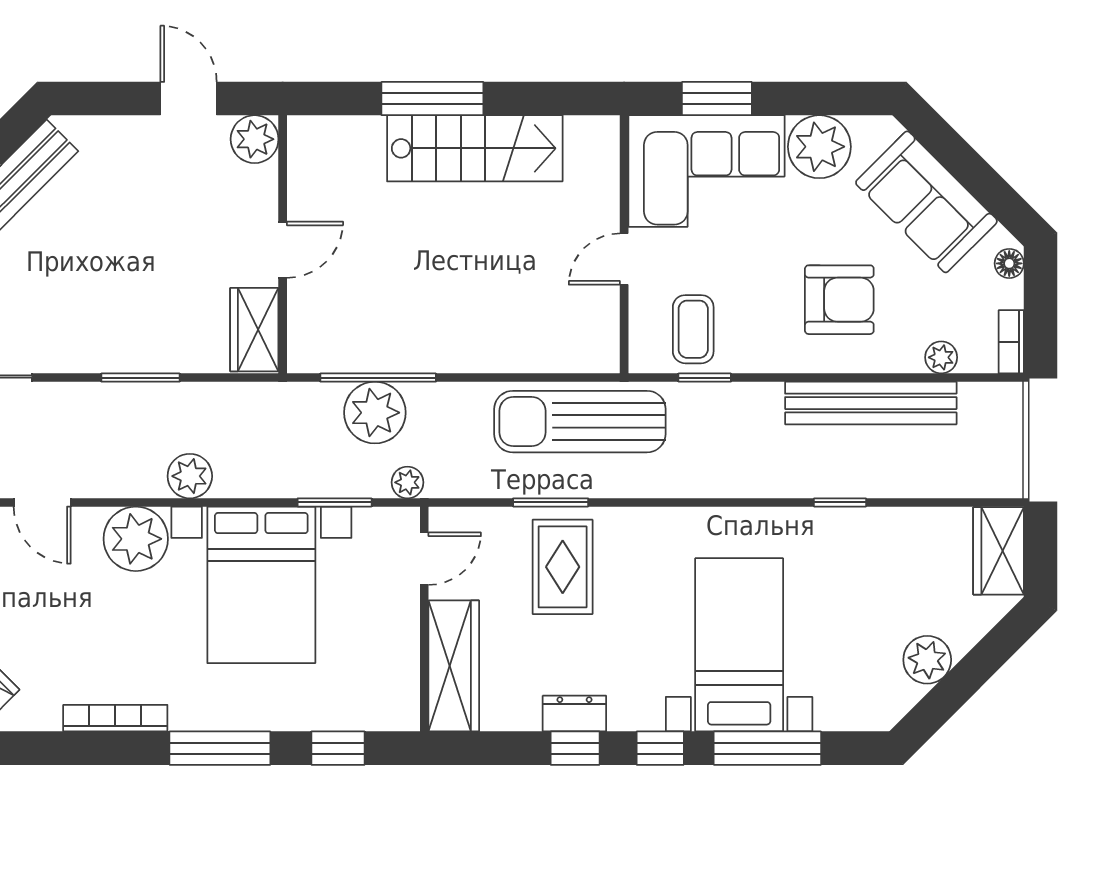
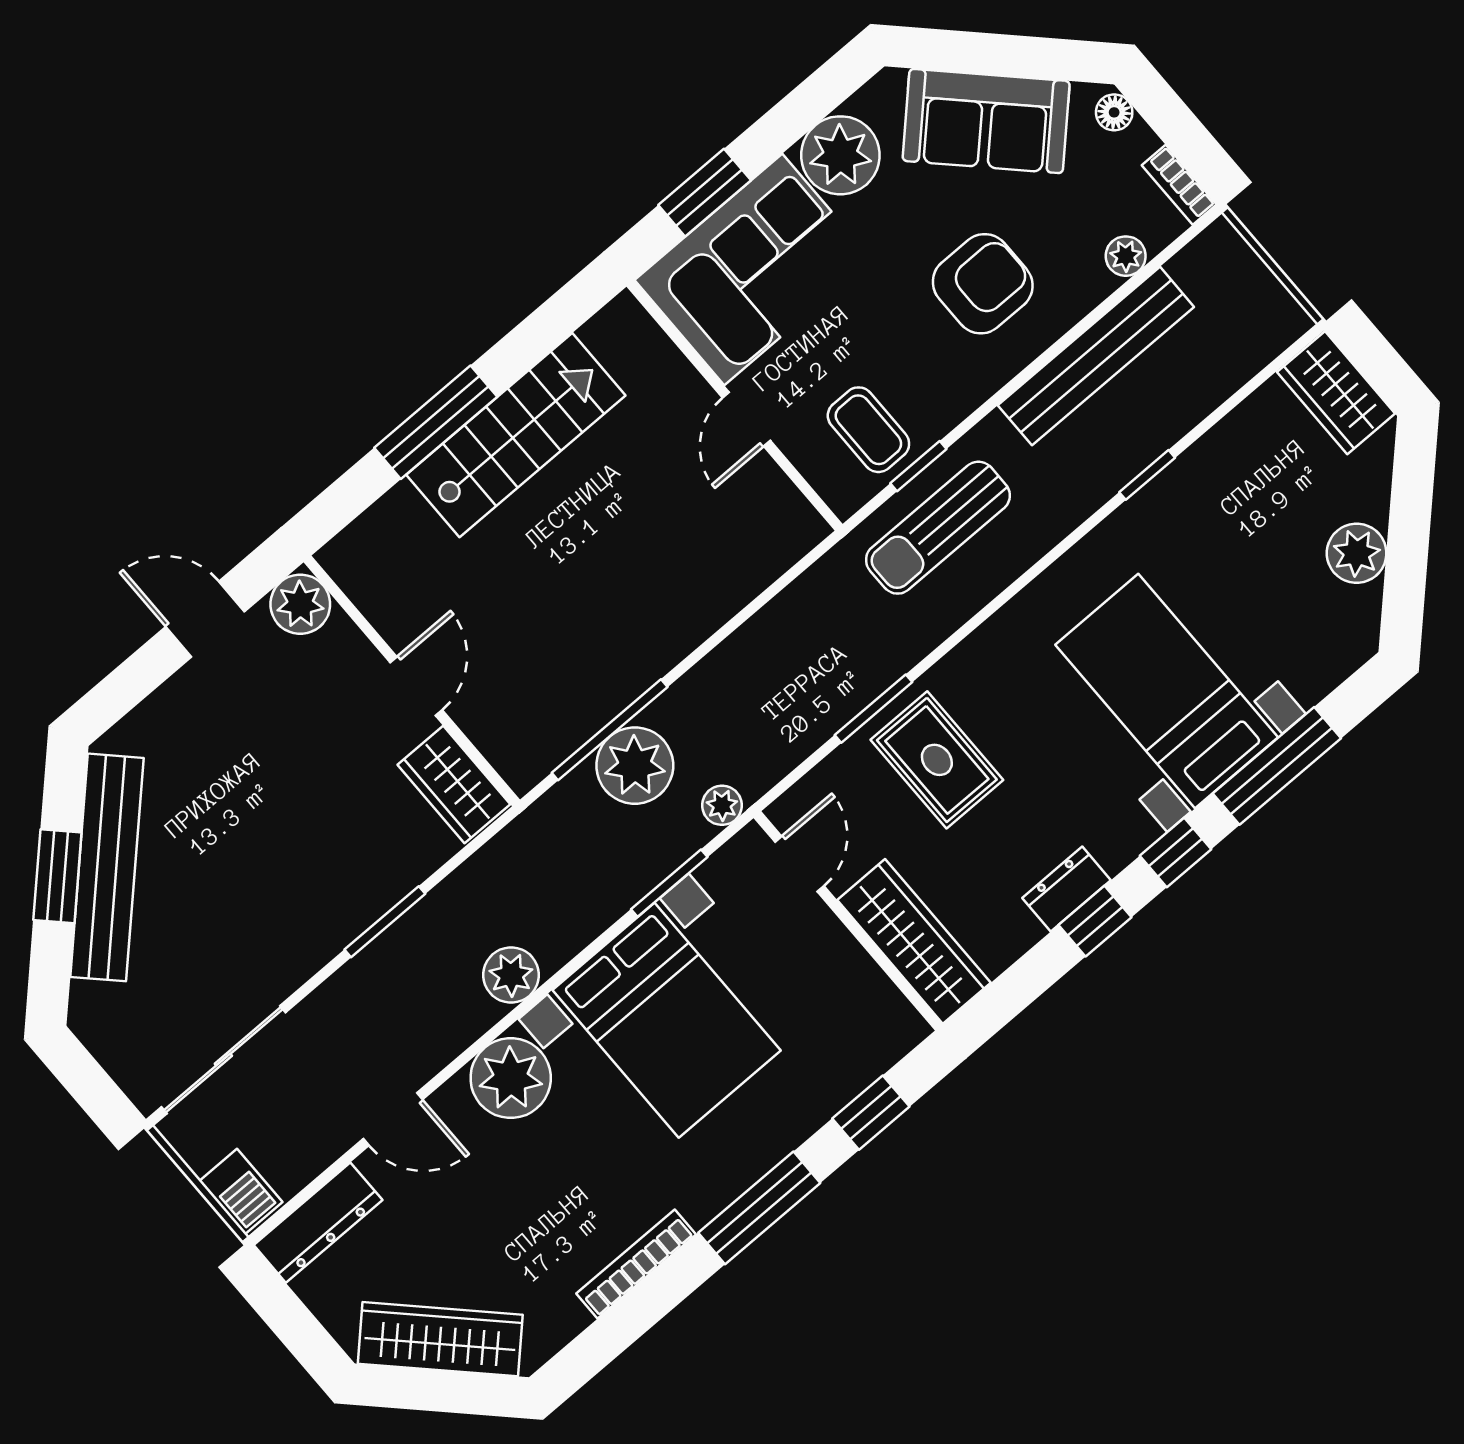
sun lounger: (580, 422) -> (938, 528), moved, width x0.73, depth x0.75

